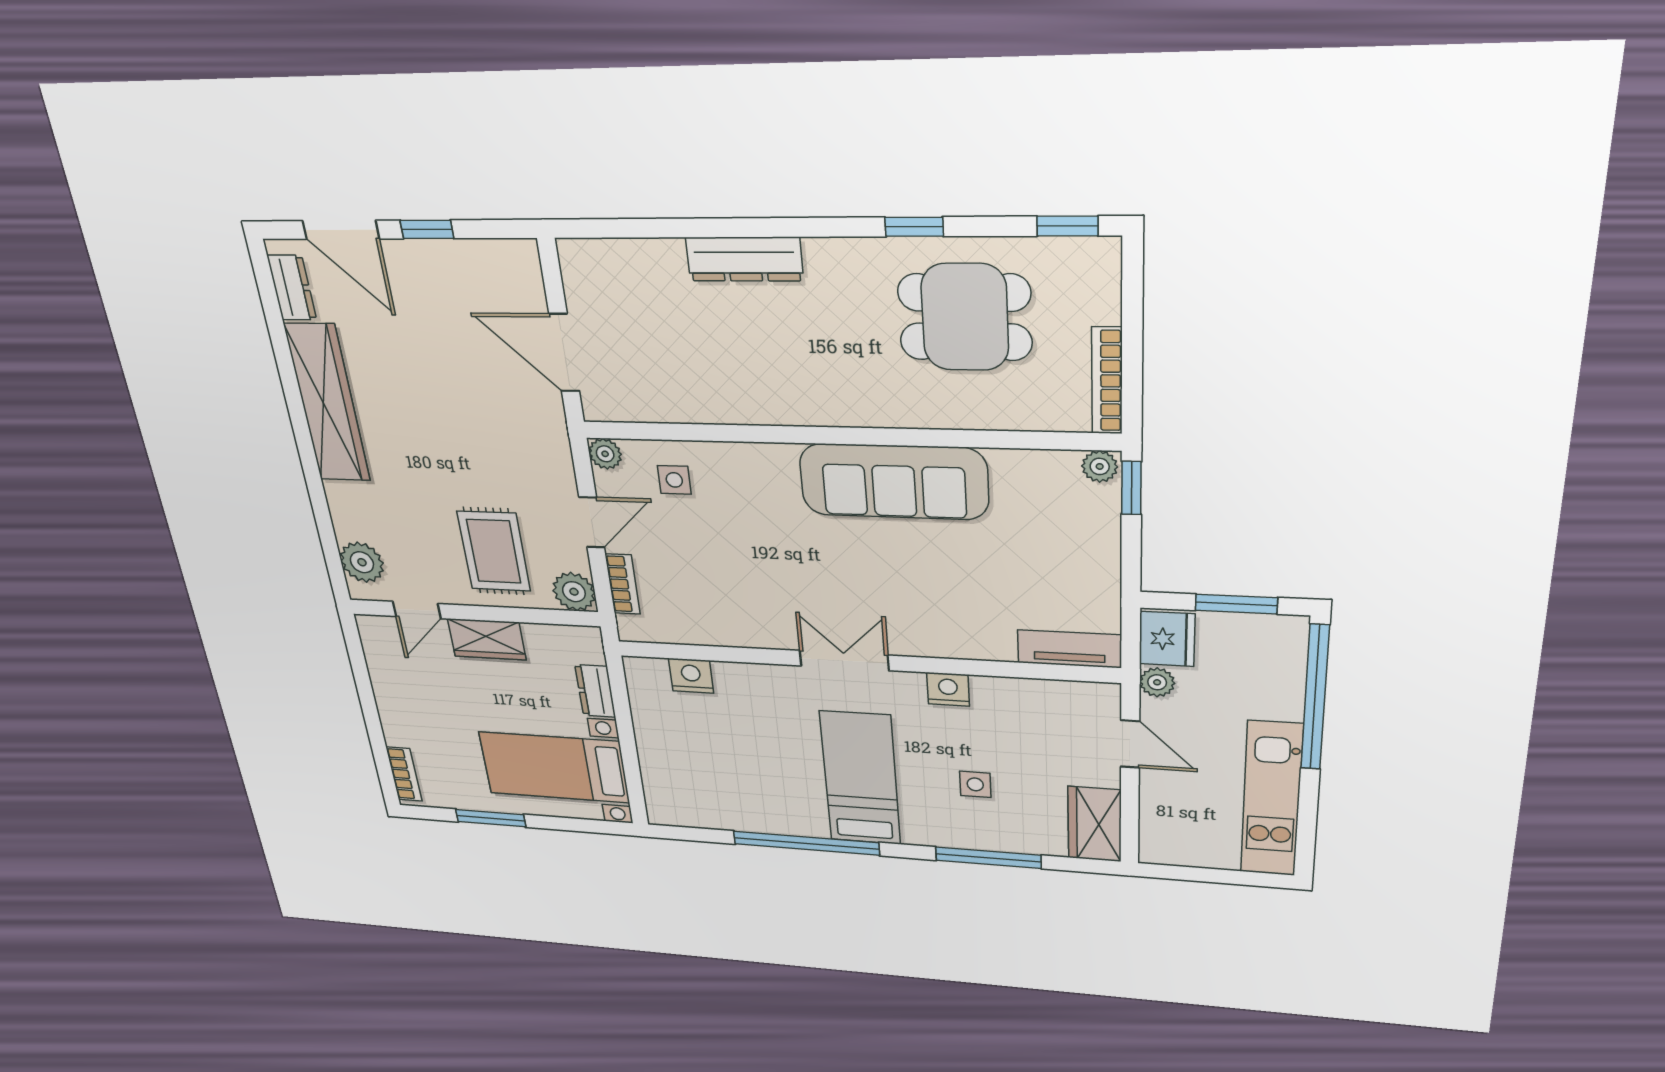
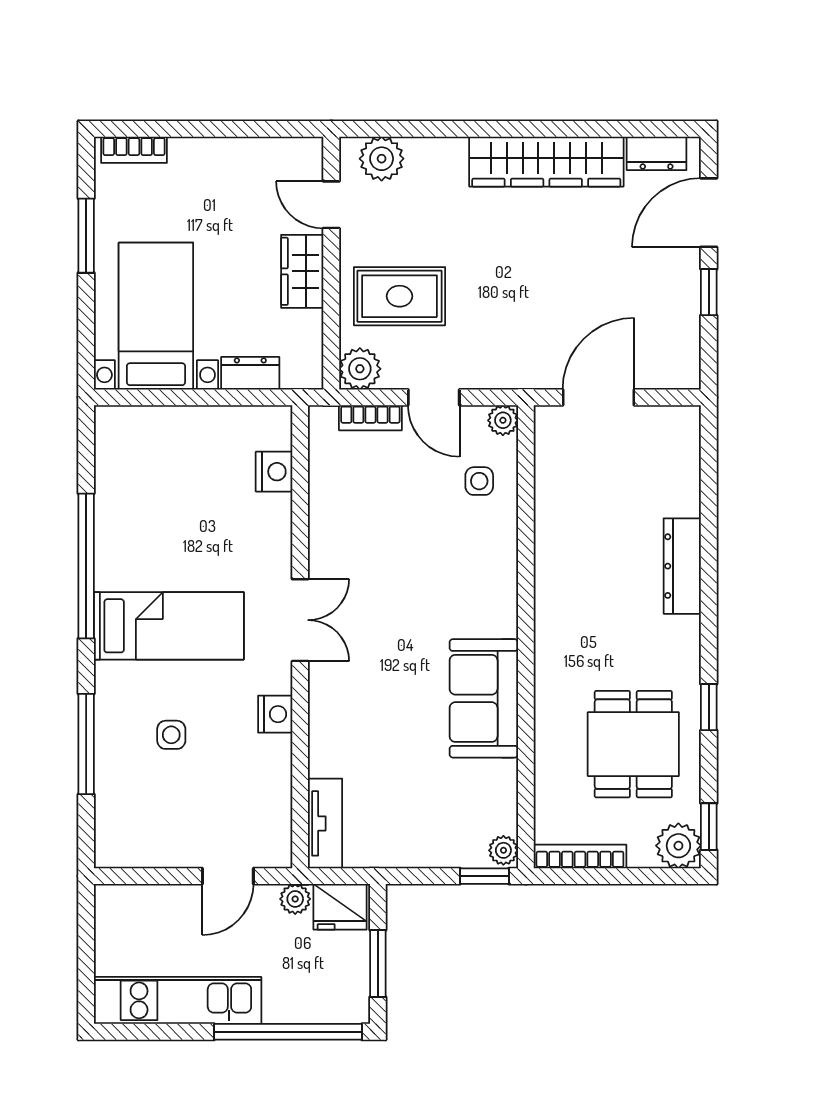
plant: (1093, 264) -> (678, 846), added
sofa: (894, 482) -> (484, 698), width x0.73
wardrobe: (1095, 824) -> (135, 844), removed

